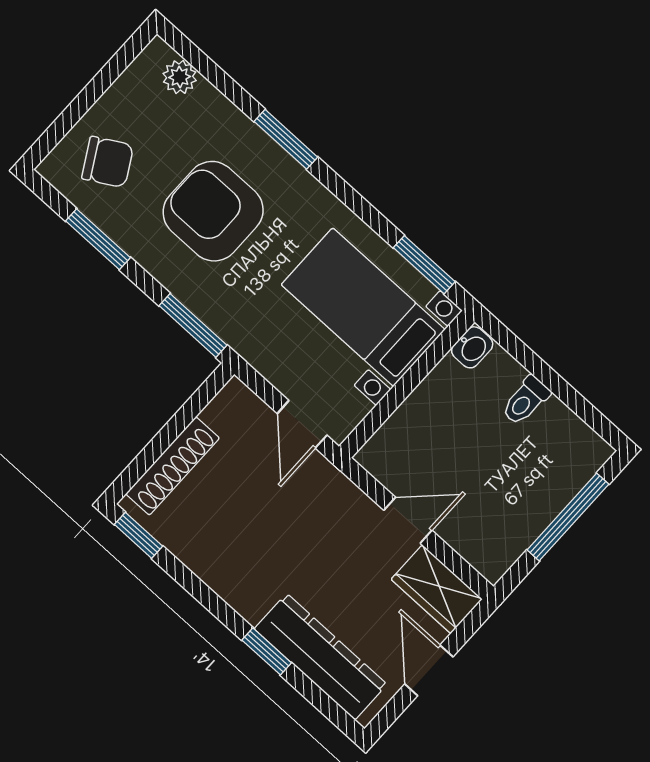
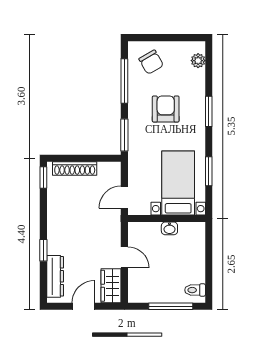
armchair: (213, 211) -> (166, 109), width x0.73, depth x0.73
window: (98, 239) -> (124, 81), width x1.44
window: (424, 265) -> (209, 171), moved
washbasin: (472, 347) -> (169, 228), moved
toilet: (526, 401) -> (195, 290), moved
dresser: (321, 657) -> (55, 276), width x0.73, depth x0.80

